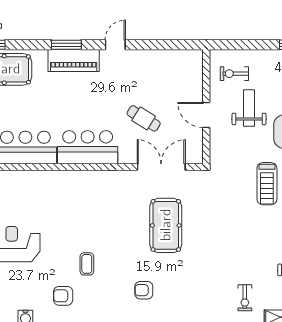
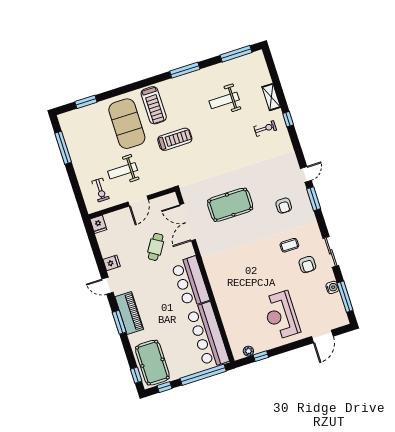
fridge: (193, 58) -> (98, 224), added
fridge: (141, 59) -> (112, 263), added
coffee table: (87, 264) -> (289, 245), moved

